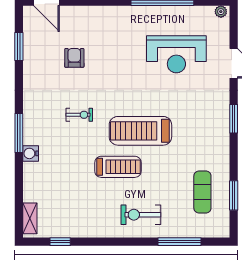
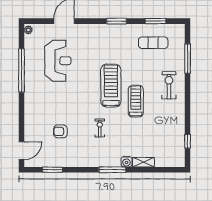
window: (234, 119) -> (117, 21), moved
treadmill: (140, 131) -> (111, 86), turned 180
exercise bike: (141, 215) -> (169, 85), turned 180
shelving: (30, 218) -> (144, 162), moved

